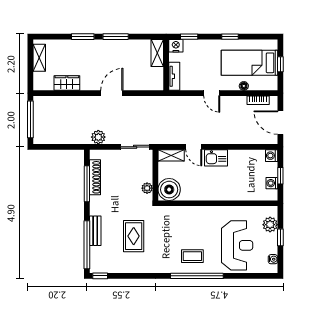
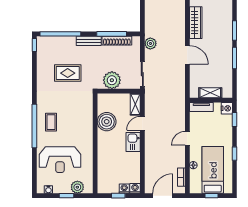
shelving: (157, 53) -> (210, 93), moved
wardrobe: (67, 83) -> (196, 23), width x1.50
washing machine: (272, 183) -> (124, 189), moved
plant: (147, 188) -> (112, 80), width x1.88, depth x1.88
boiler: (169, 190) -> (107, 122), moved
bench: (95, 231) -> (89, 41), moved

